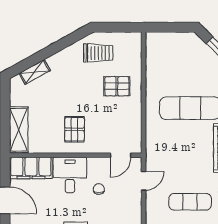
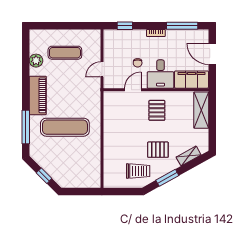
window: (61, 44) -> (167, 178), added
trolley: (98, 53) -> (138, 171), turned 180
pallet: (117, 86) -> (158, 150), moved
door: (121, 155) -> (133, 90), moved

